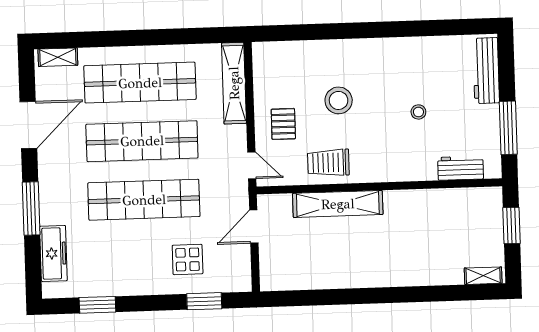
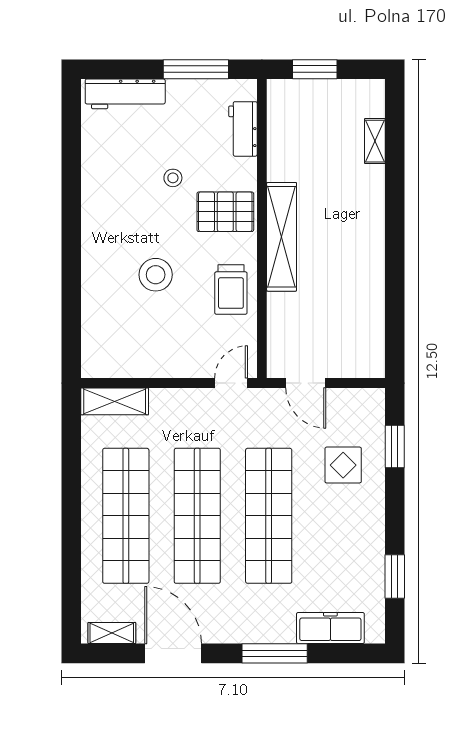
shelving: (58, 57) -> (112, 633), moved, turned 90
shelving: (234, 83) -> (115, 401), width x0.68
pallet: (283, 124) -> (225, 212), moved, width x1.50, depth x1.42
shelving: (338, 204) -> (282, 237), moved
shelving: (483, 276) -> (375, 141), moved

